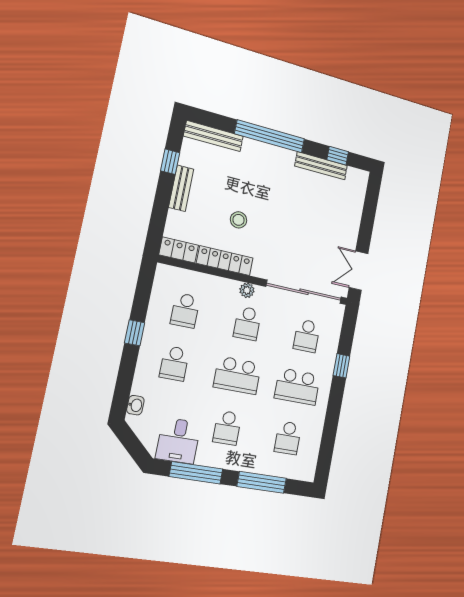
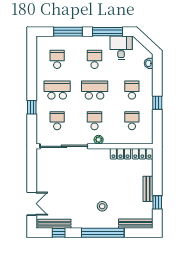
bench: (321, 166) -> (54, 224), moved
stool: (239, 220) -> (102, 206), moved
locker: (225, 261) -> (120, 154), width x0.66
double door: (359, 271) -> (32, 204), moved

